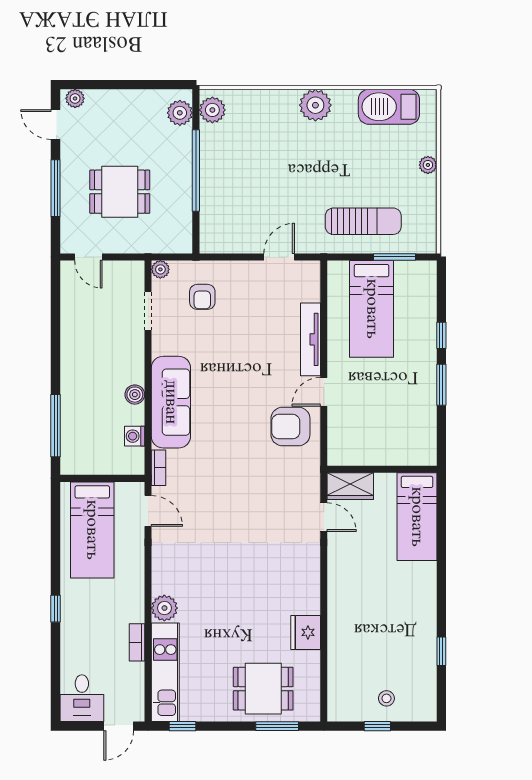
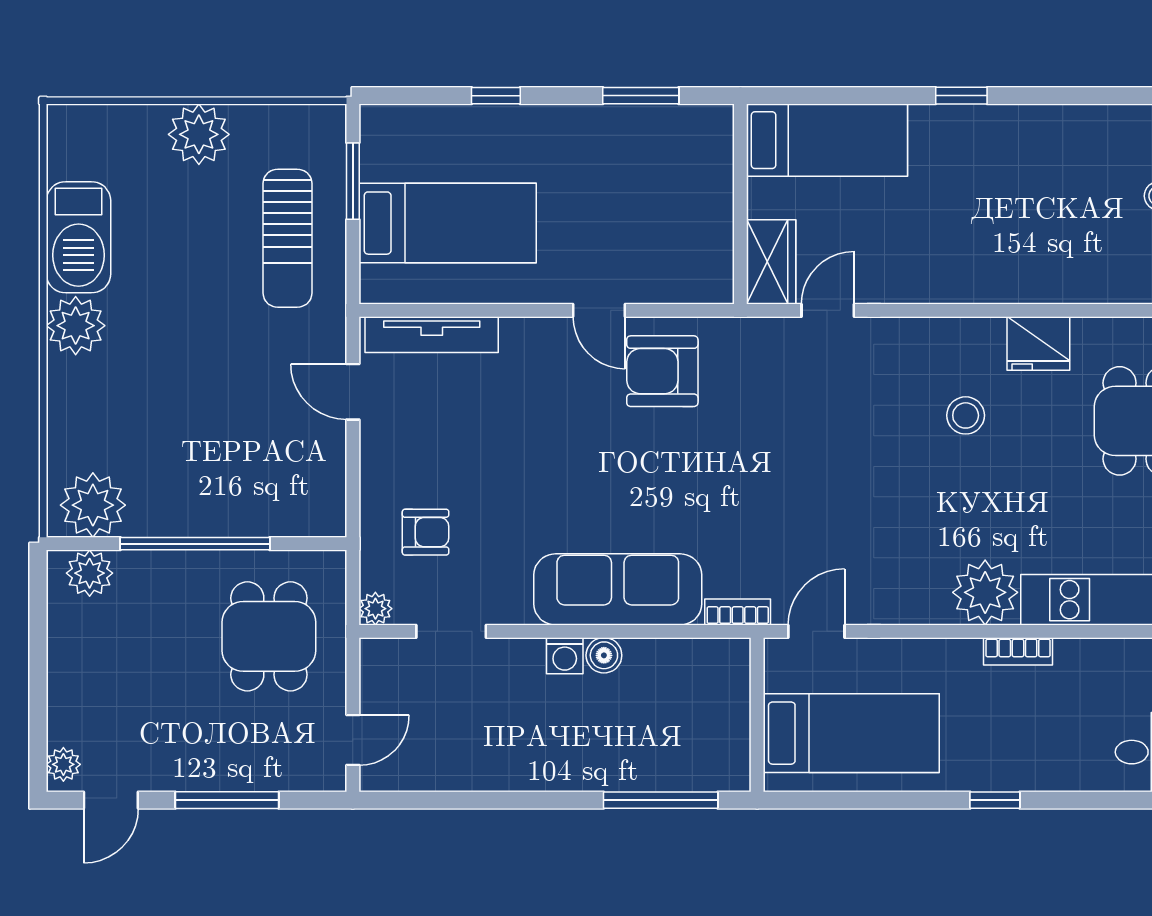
barbecue: (389, 107) -> (79, 237), moved
plant: (212, 110) -> (93, 505), width x1.36, depth x1.36
plant: (428, 165) -> (199, 134), width x1.88, depth x1.88
dining table: (120, 192) -> (269, 636), moved
sun lounger: (363, 221) -> (287, 238), turned 180
tv unit: (310, 339) -> (432, 335), moved
window: (441, 385) -> (641, 96), moved
armchair: (290, 427) -> (662, 371), turned 90
washing machine: (135, 436) -> (565, 656), moved
stool: (266, 593) -> (966, 415), added
plant: (164, 608) -> (985, 592), width x1.36, depth x1.36
bookcase: (137, 642) -> (1018, 651), moved
window: (441, 651) -> (961, 96), moved

